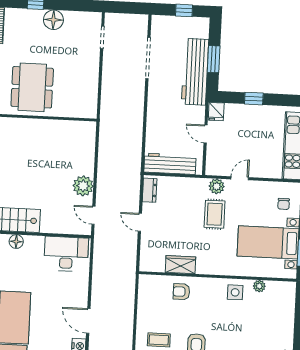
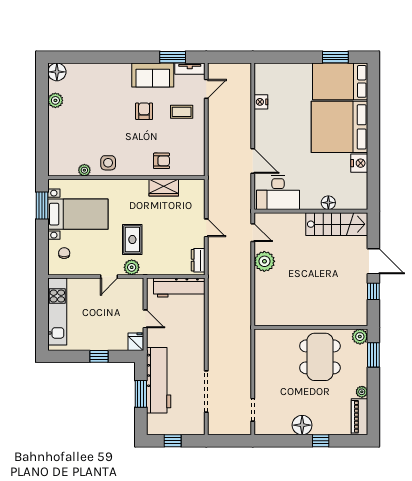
door: (88, 321) -> (253, 161), moved

